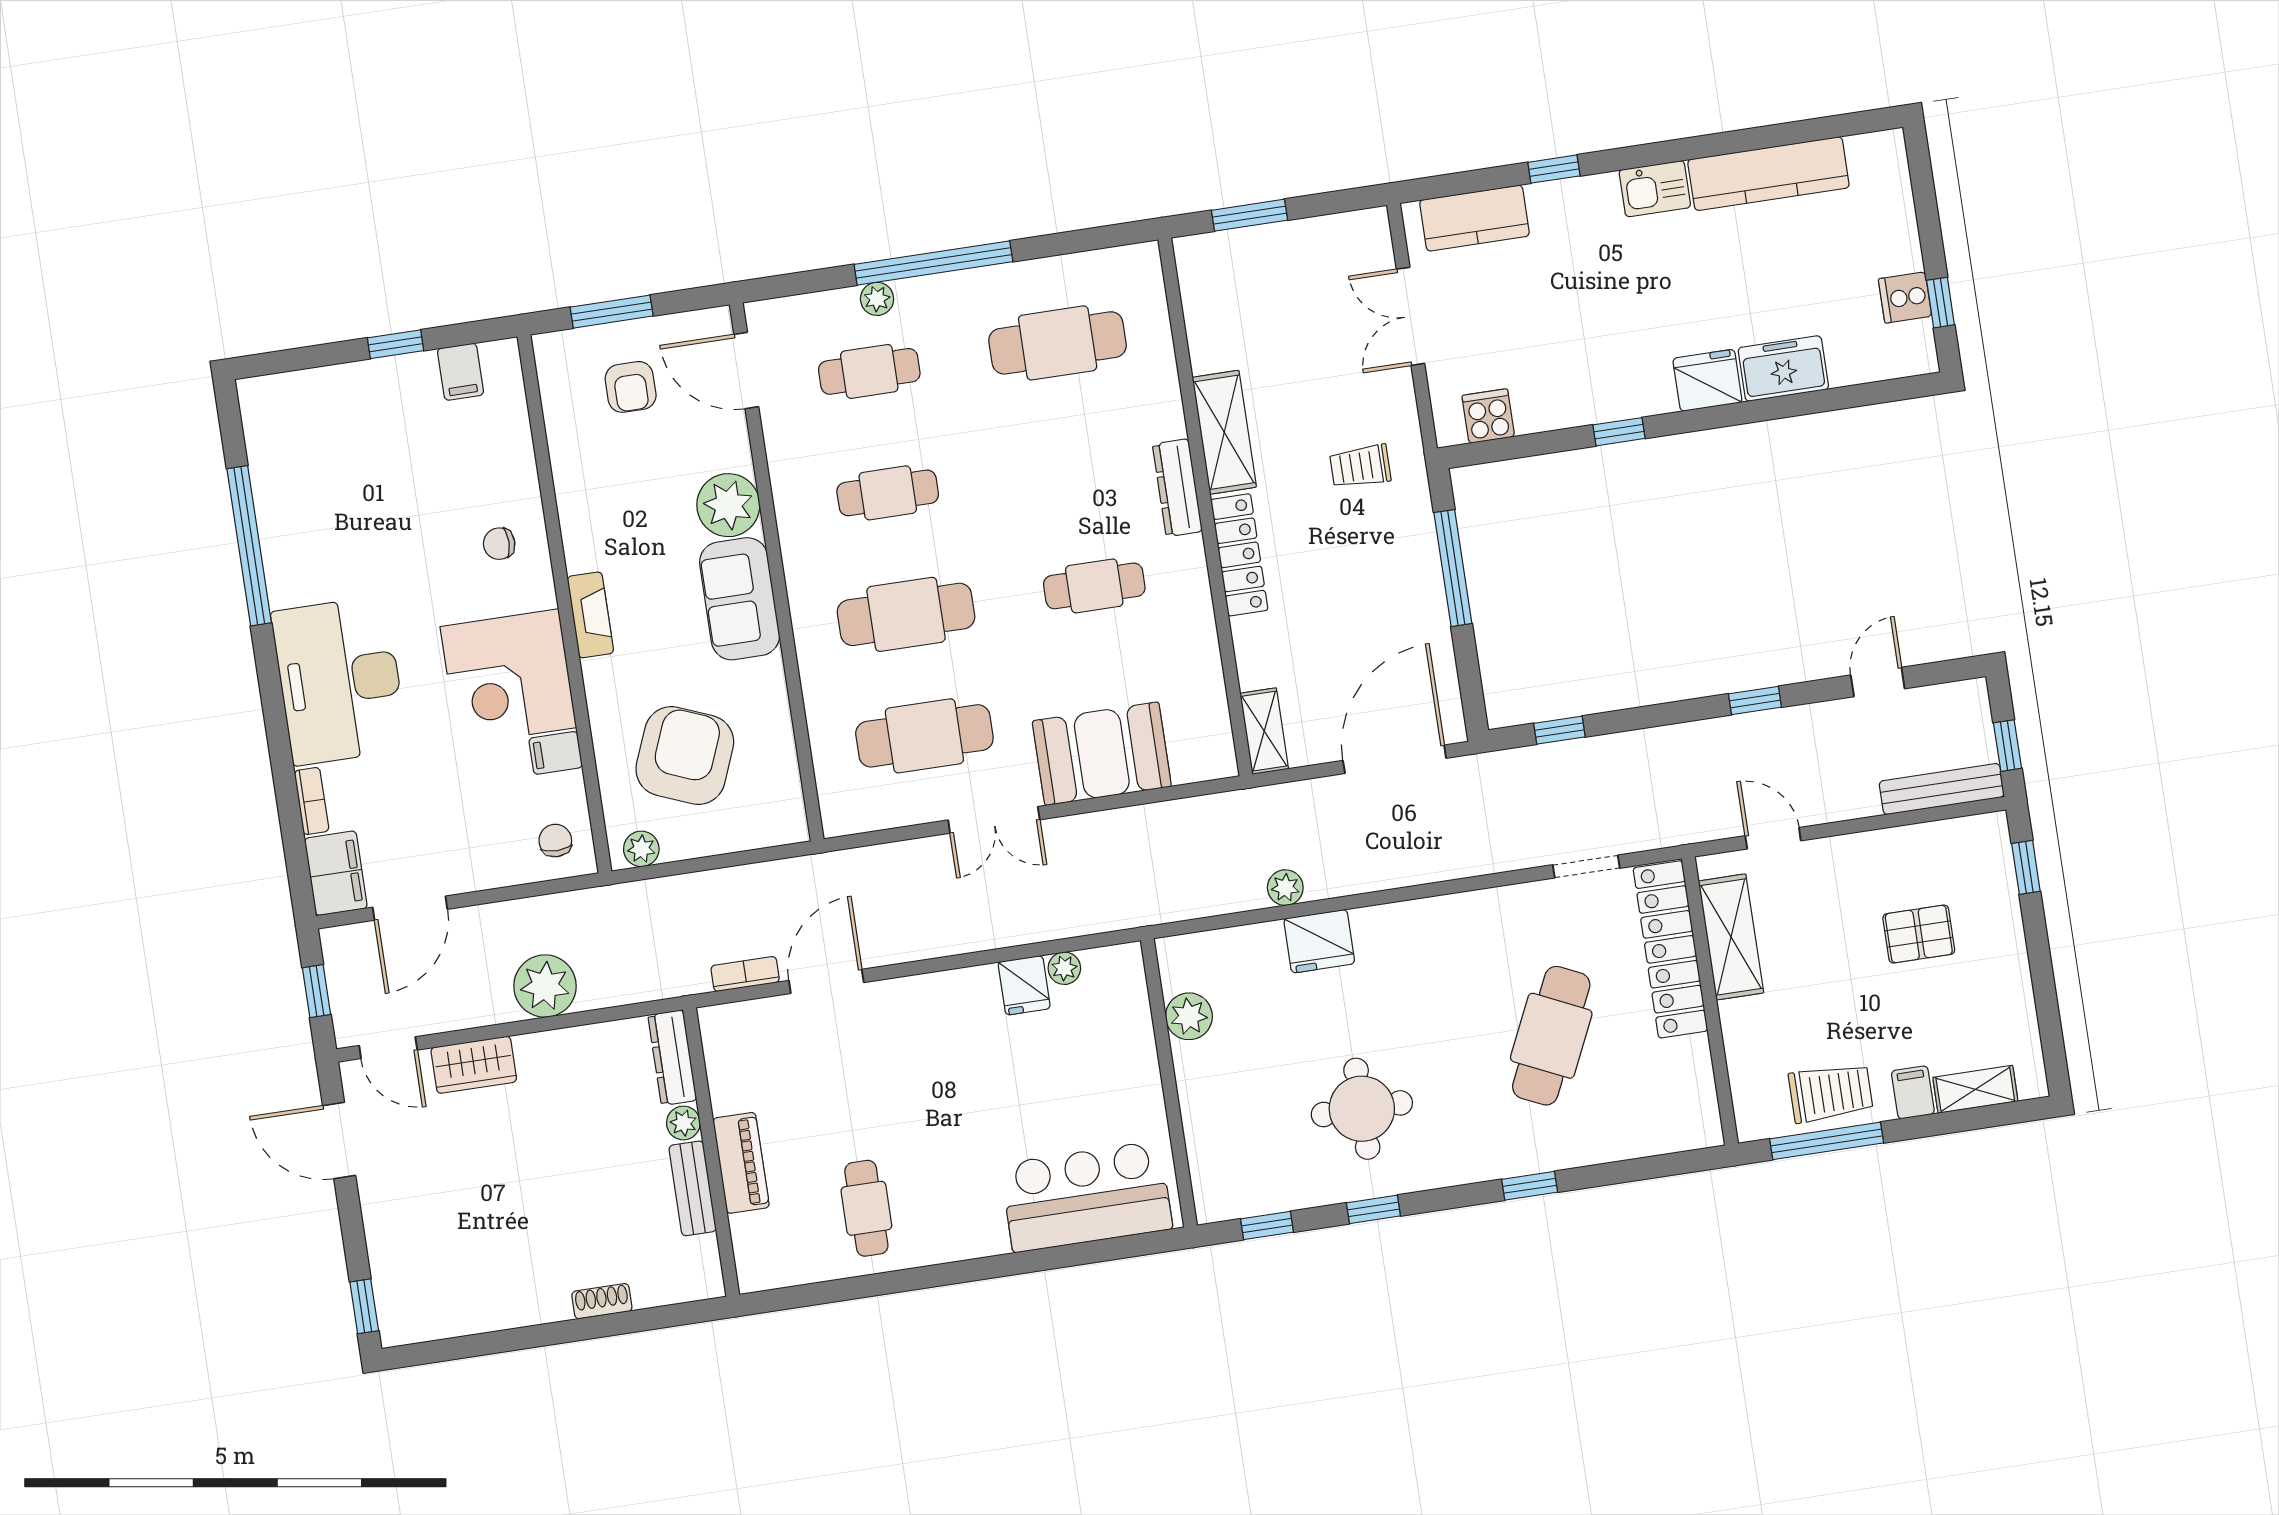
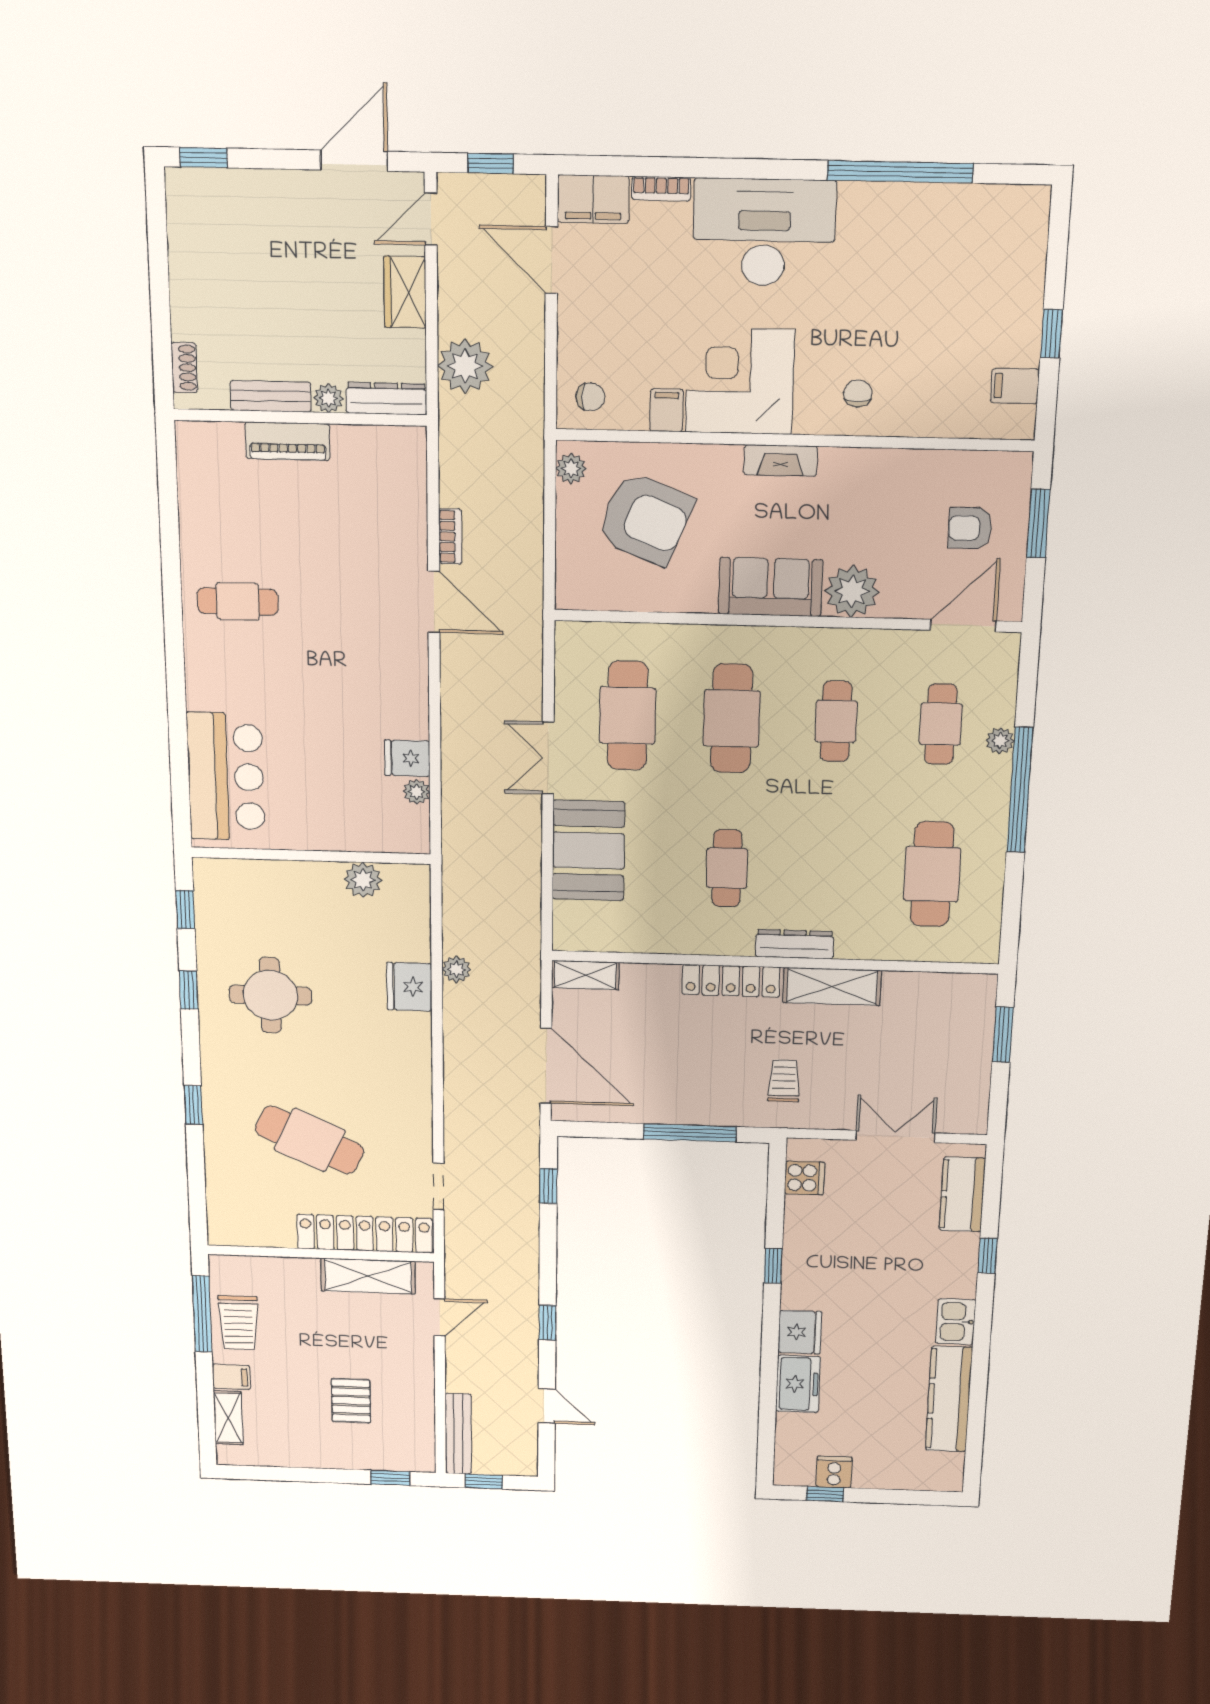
dresser: (672, 1058) -> (386, 399), moved
plant: (683, 1123) -> (328, 398), moved
wall: (711, 1152) -> (300, 418), moved
piano: (741, 1163) -> (288, 441), moved
bench: (693, 1188) -> (271, 396), moved

